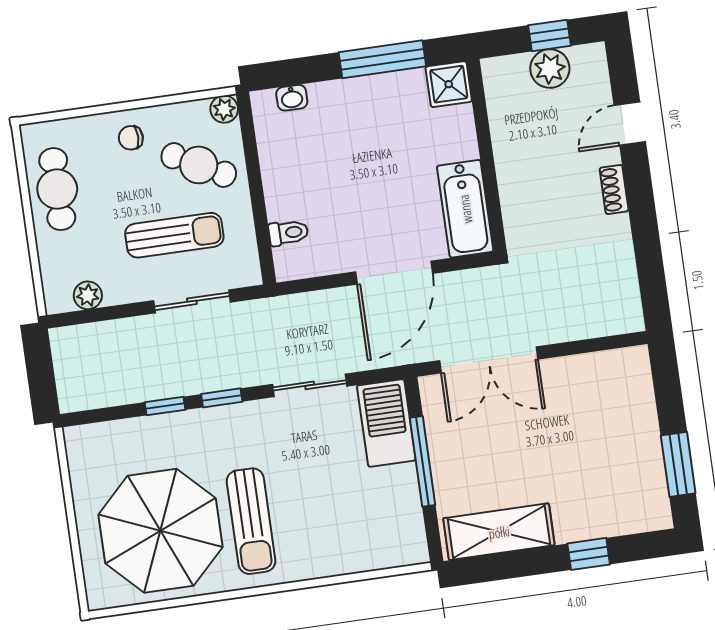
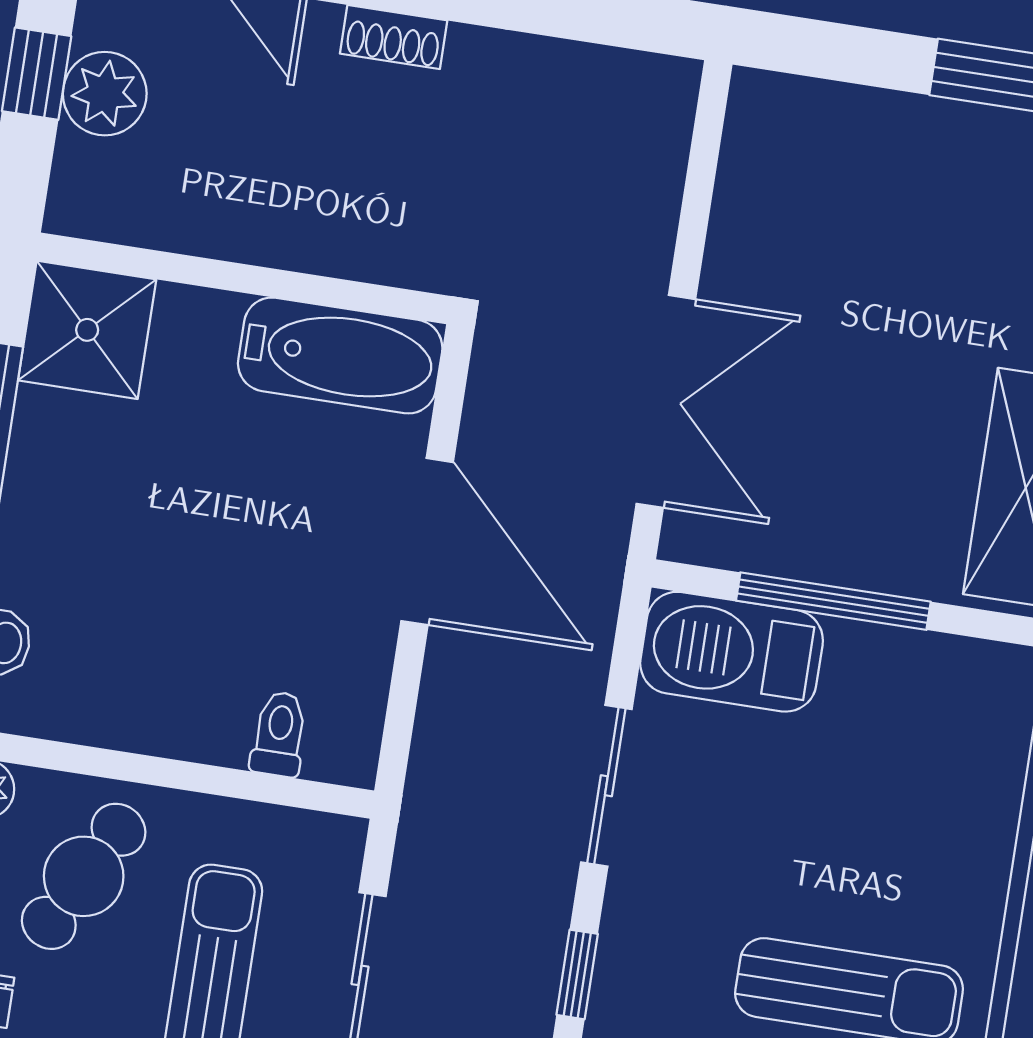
shower: (449, 84) -> (87, 330), width x1.36, depth x1.36

